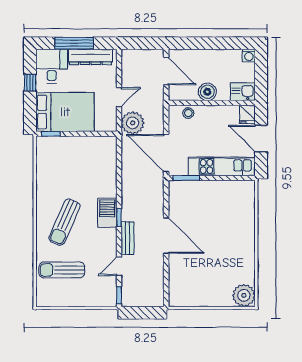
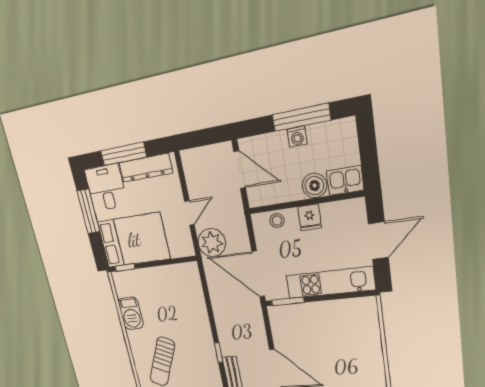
window: (218, 43) -> (301, 117), added
washing machine: (249, 56) -> (297, 137), moved
window: (30, 83) -> (88, 211), width x2.17
boiler: (207, 92) -> (314, 186), moved
fridge: (248, 114) -> (310, 217), moved
door: (261, 139) -> (378, 241), swing flipped
barbecue: (107, 213) -> (131, 313), moved, turned 180

